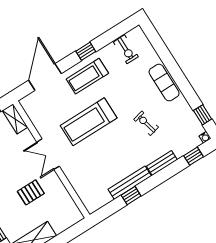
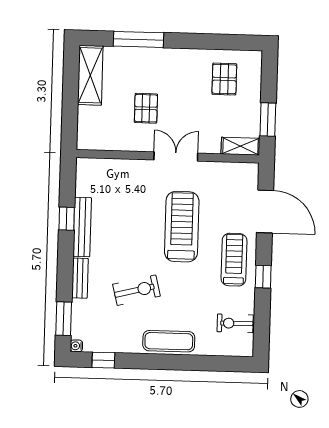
exercise bike: (146, 123) -> (137, 290), width x1.38, depth x1.39
window: (194, 156) -> (64, 319), width x1.50

